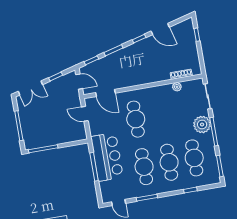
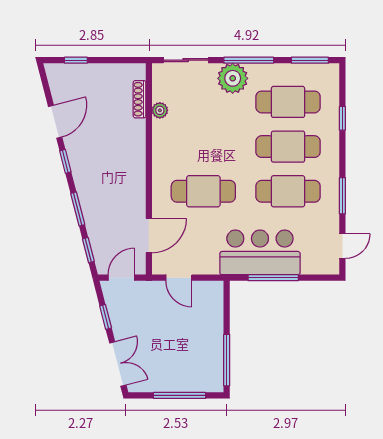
door: (85, 114) -> (179, 278), hinge flipped

